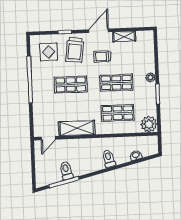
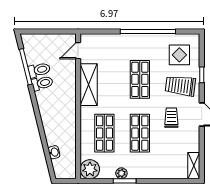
shelving: (124, 36) -> (194, 166), moved
plant: (151, 77) -> (121, 173), moved
door: (48, 138) -> (78, 51), hinge flipped
toilet: (109, 159) -> (42, 83), moved

